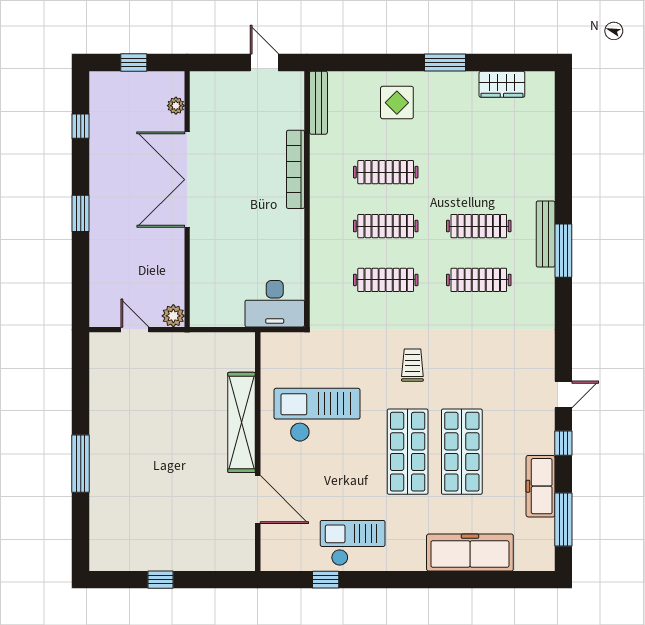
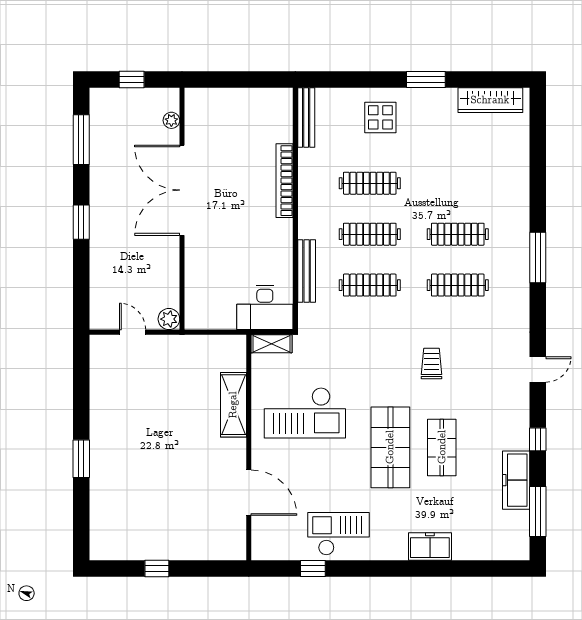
door: (264, 63) -> (255, 80), removed
wardrobe: (502, 84) -> (490, 100), width x1.50
window: (81, 126) -> (81, 140), width x2.17
bench: (546, 234) -> (307, 271), moved
shelving: (282, 342) -> (272, 344), added
trolley: (412, 365) -> (432, 364), moved
door: (563, 394) -> (538, 369), moved
checkout: (317, 415) -> (305, 413), turned 180
shelving: (242, 422) -> (233, 405), width x0.68
shop shelf: (462, 452) -> (442, 447), width x0.70, depth x0.74
window: (81, 464) -> (81, 459), width x0.69
freezer: (470, 553) -> (430, 546), width x0.52, depth x0.79

